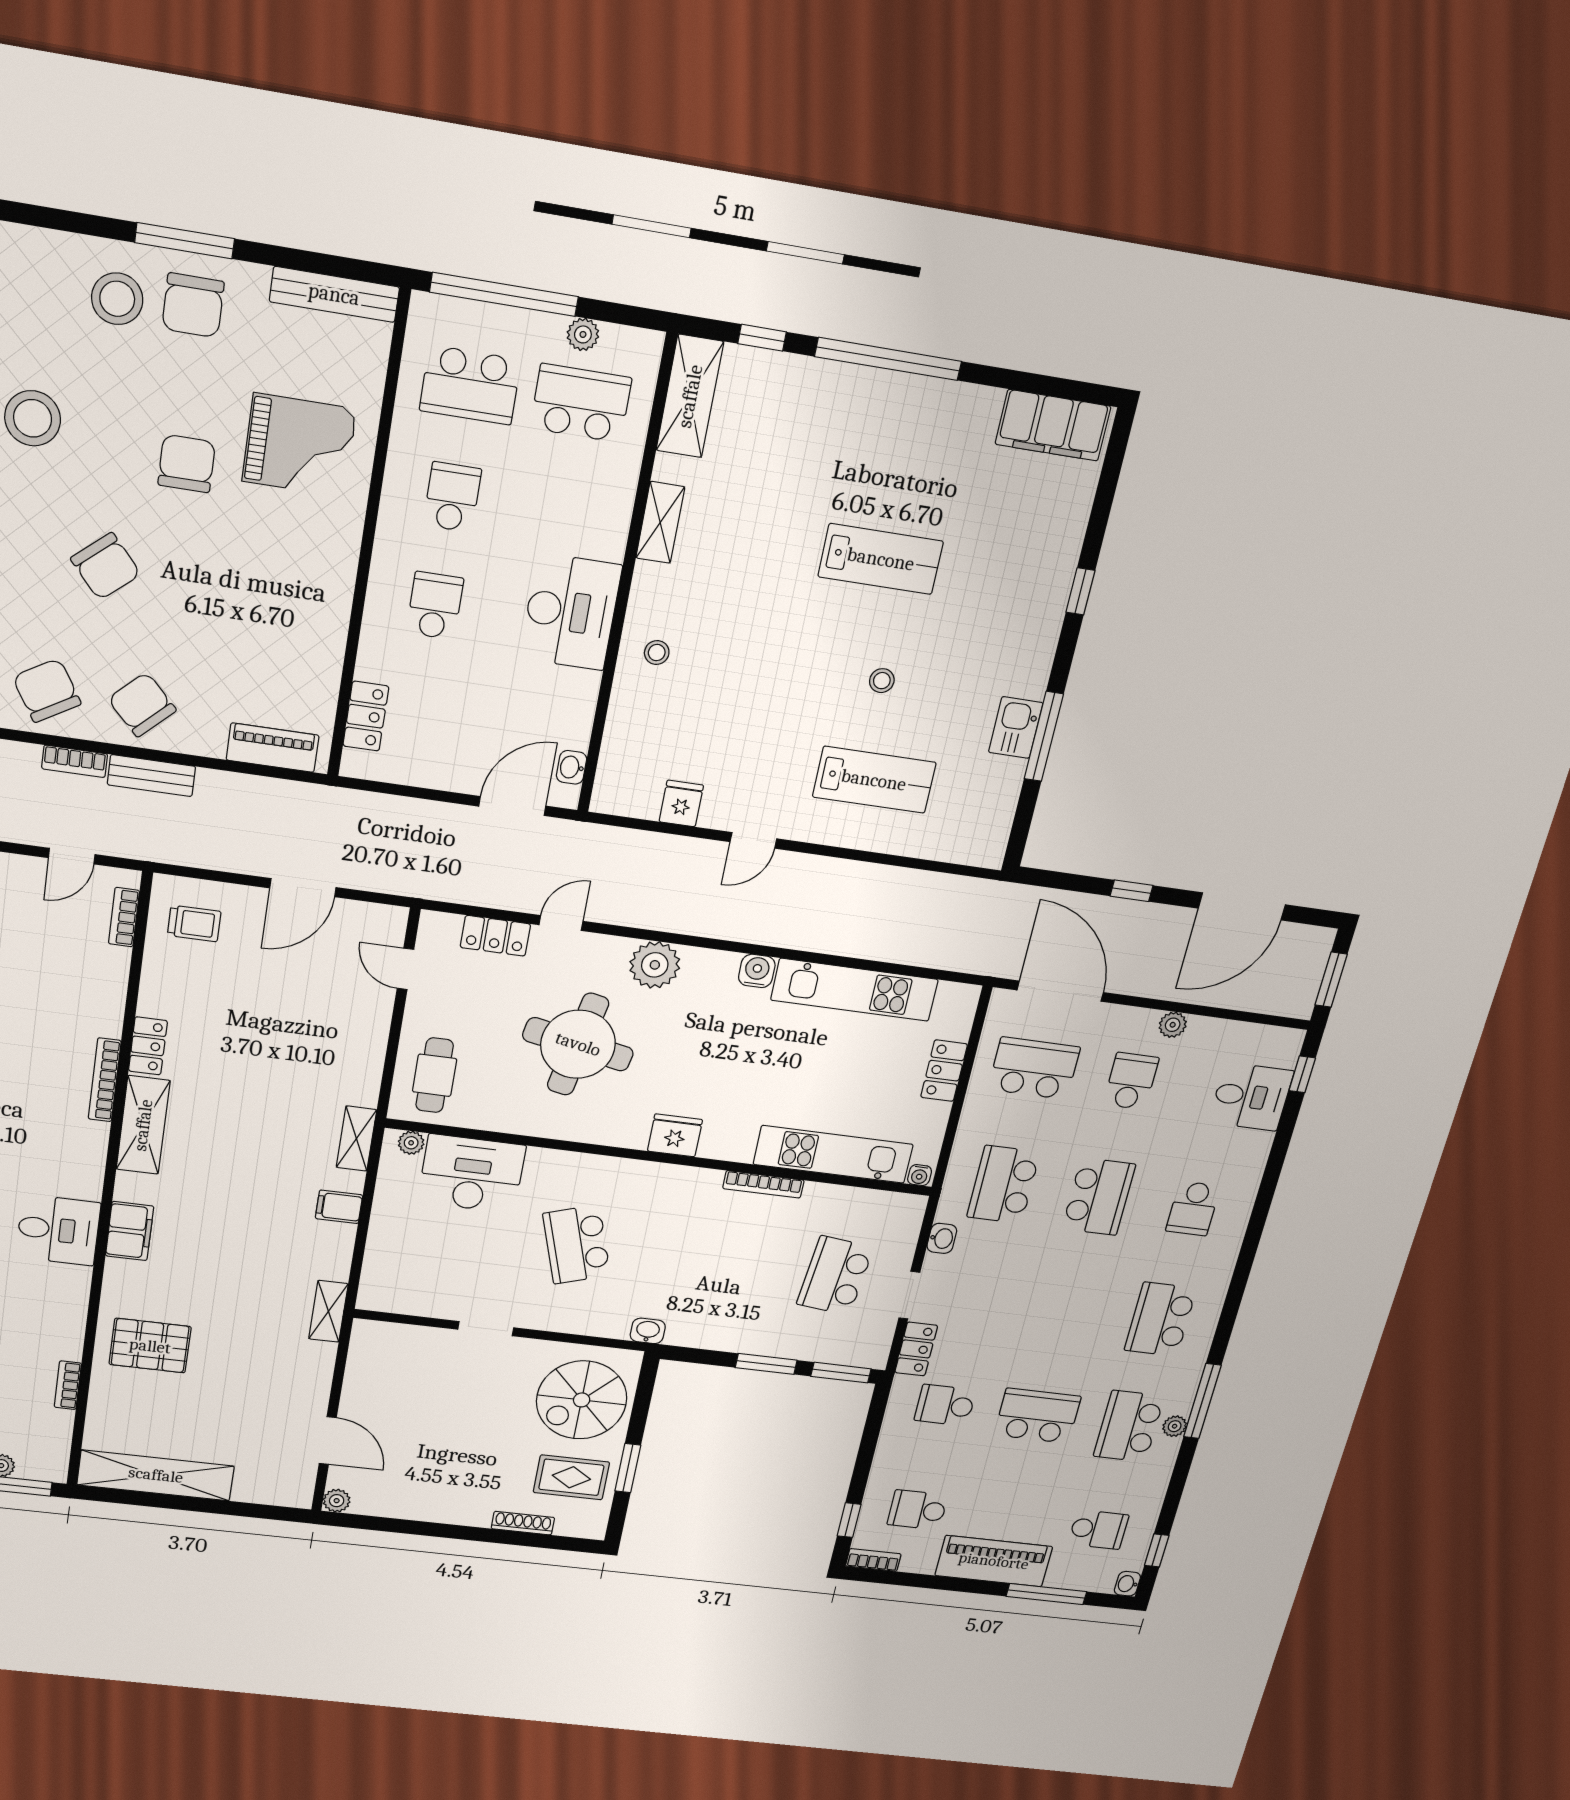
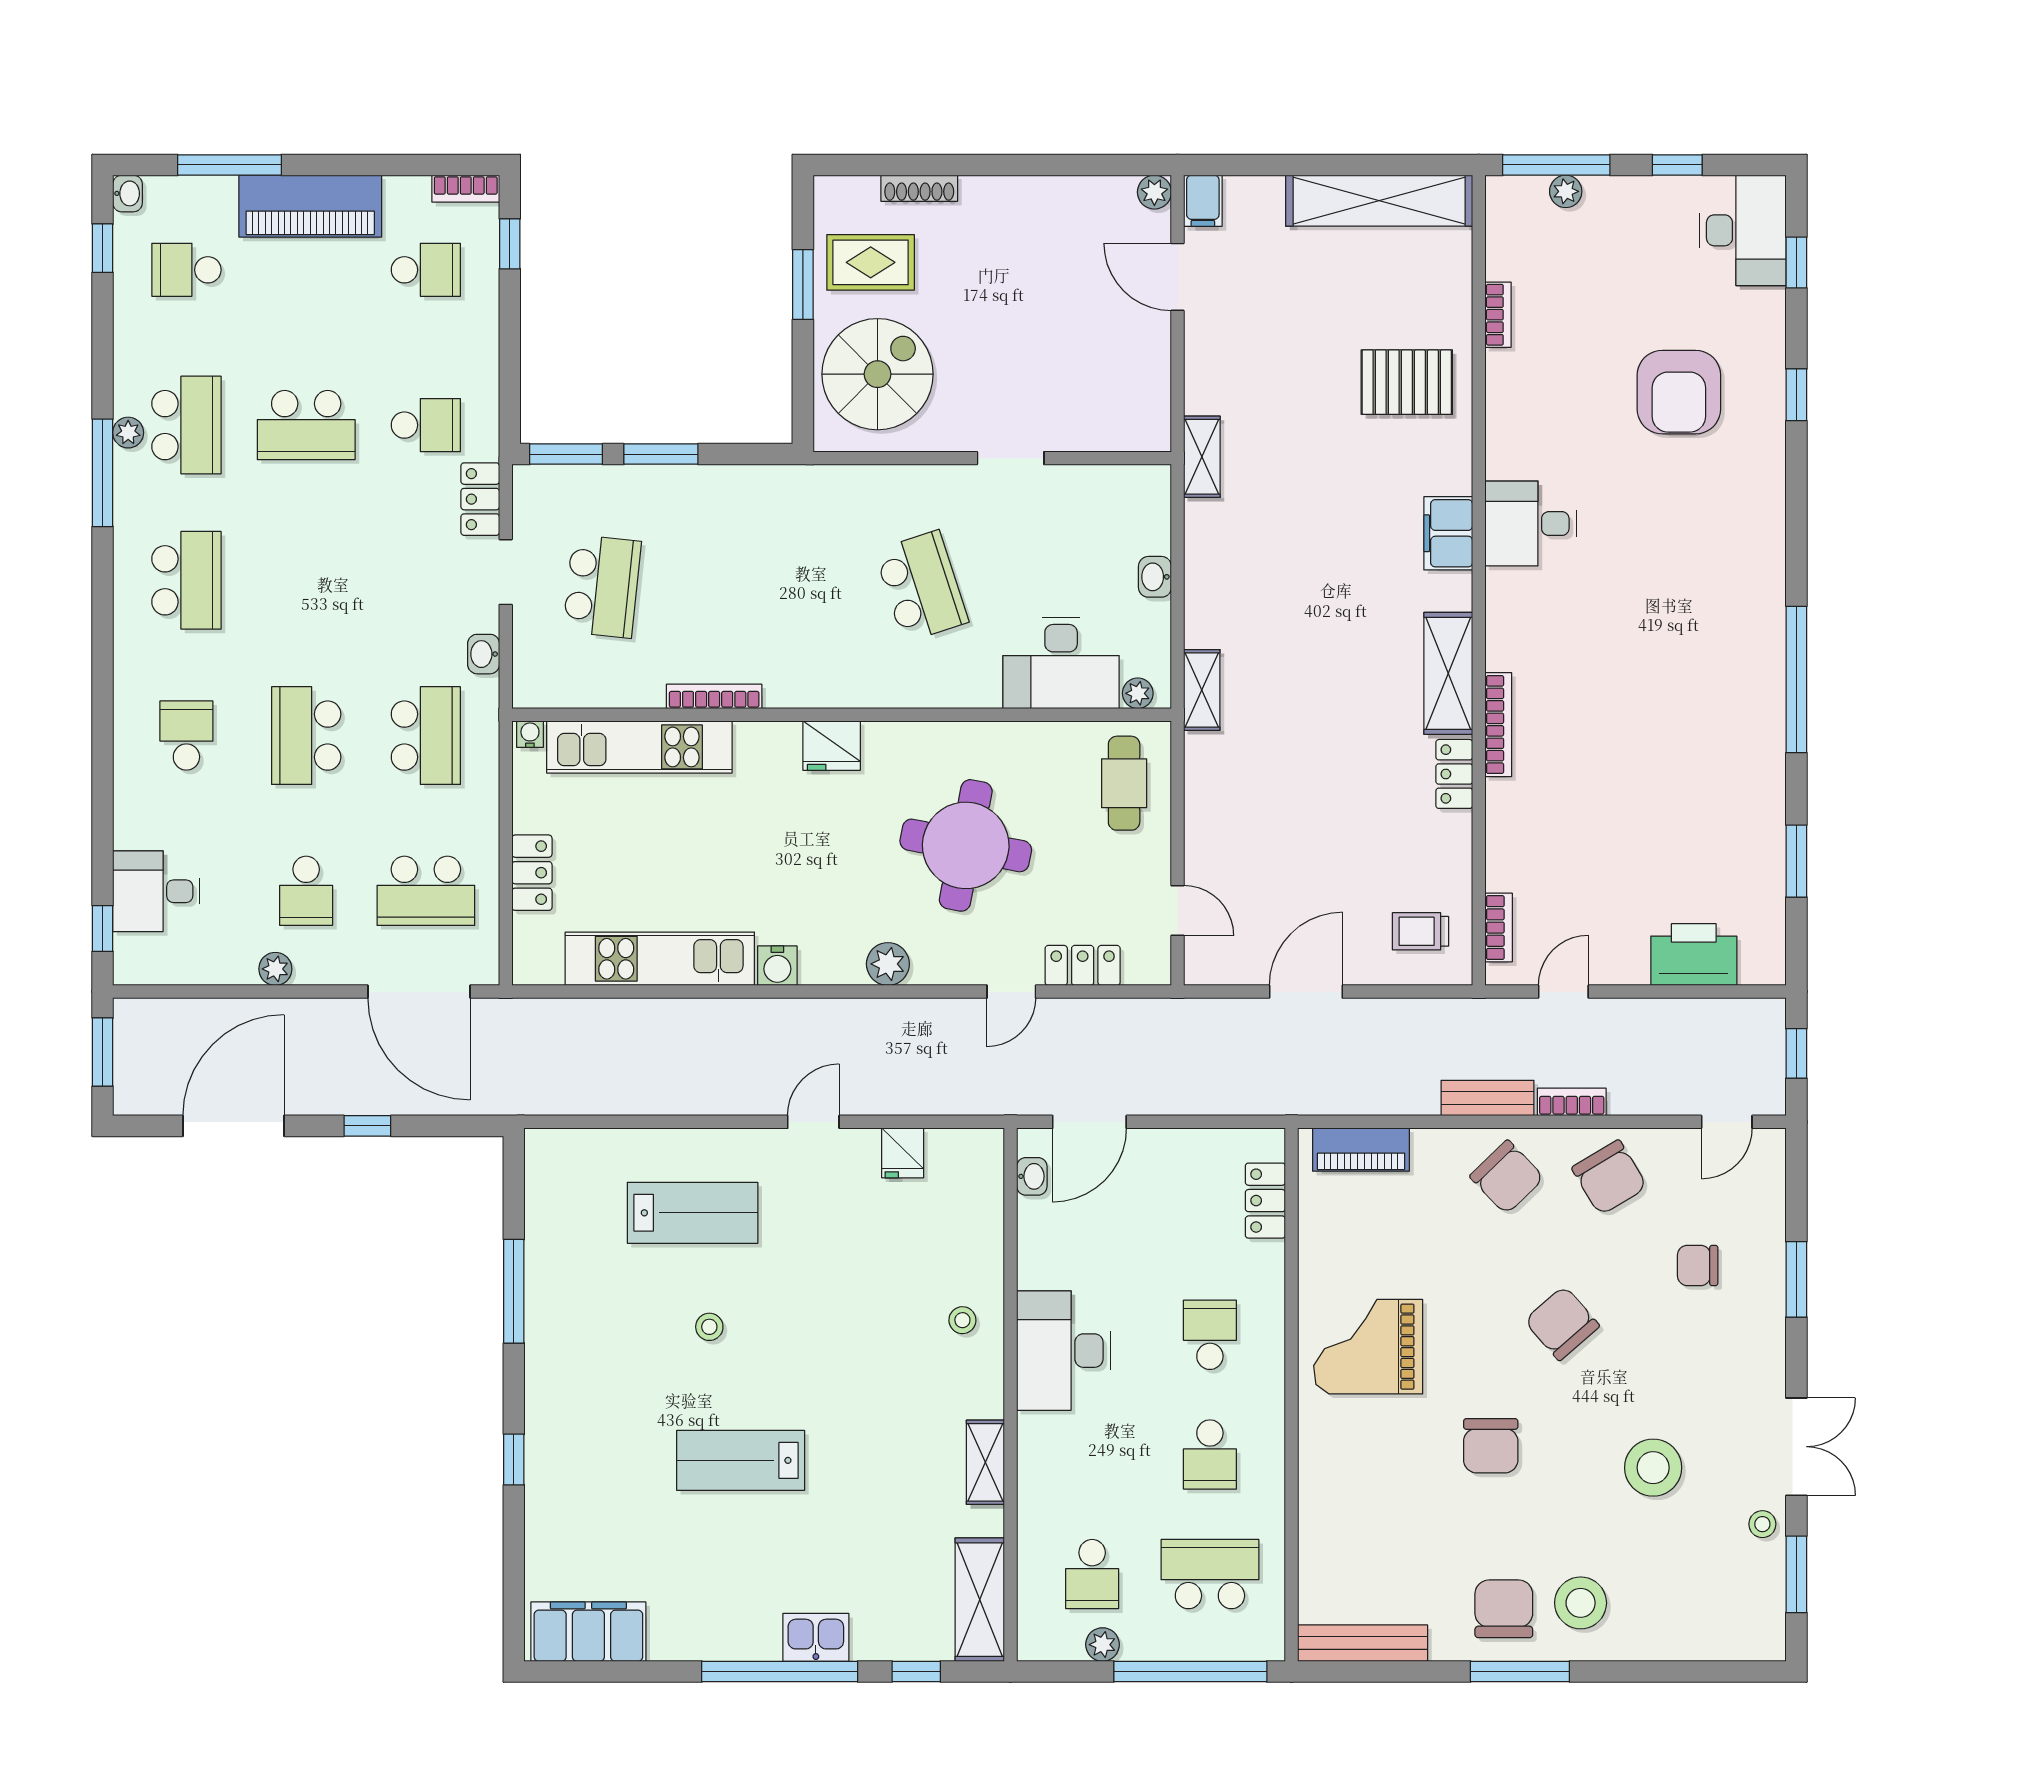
school desk: (581, 403) -> (1092, 1574), width x0.54
grand piano: (299, 445) -> (1368, 1347), moved
school desk: (435, 606) -> (1210, 1335), turned 180
kitchen sink: (1016, 728) -> (816, 1637), moved, turned -90
lab bench: (874, 780) -> (693, 1213), turned 180
plant: (655, 965) -> (888, 964), width x0.73, depth x0.73
filing cabinet: (339, 1207) -> (1203, 201), moved, turned 90
washbasin: (648, 1331) -> (1155, 577), moved, turned 90

